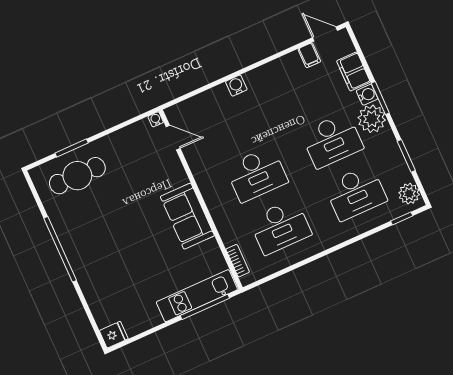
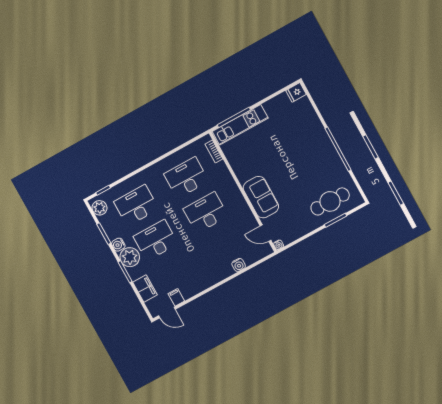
water cooler: (236, 86) -> (239, 265), moved
water cooler: (367, 95) -> (118, 245), moved
sofa: (187, 216) -> (261, 197), moved

